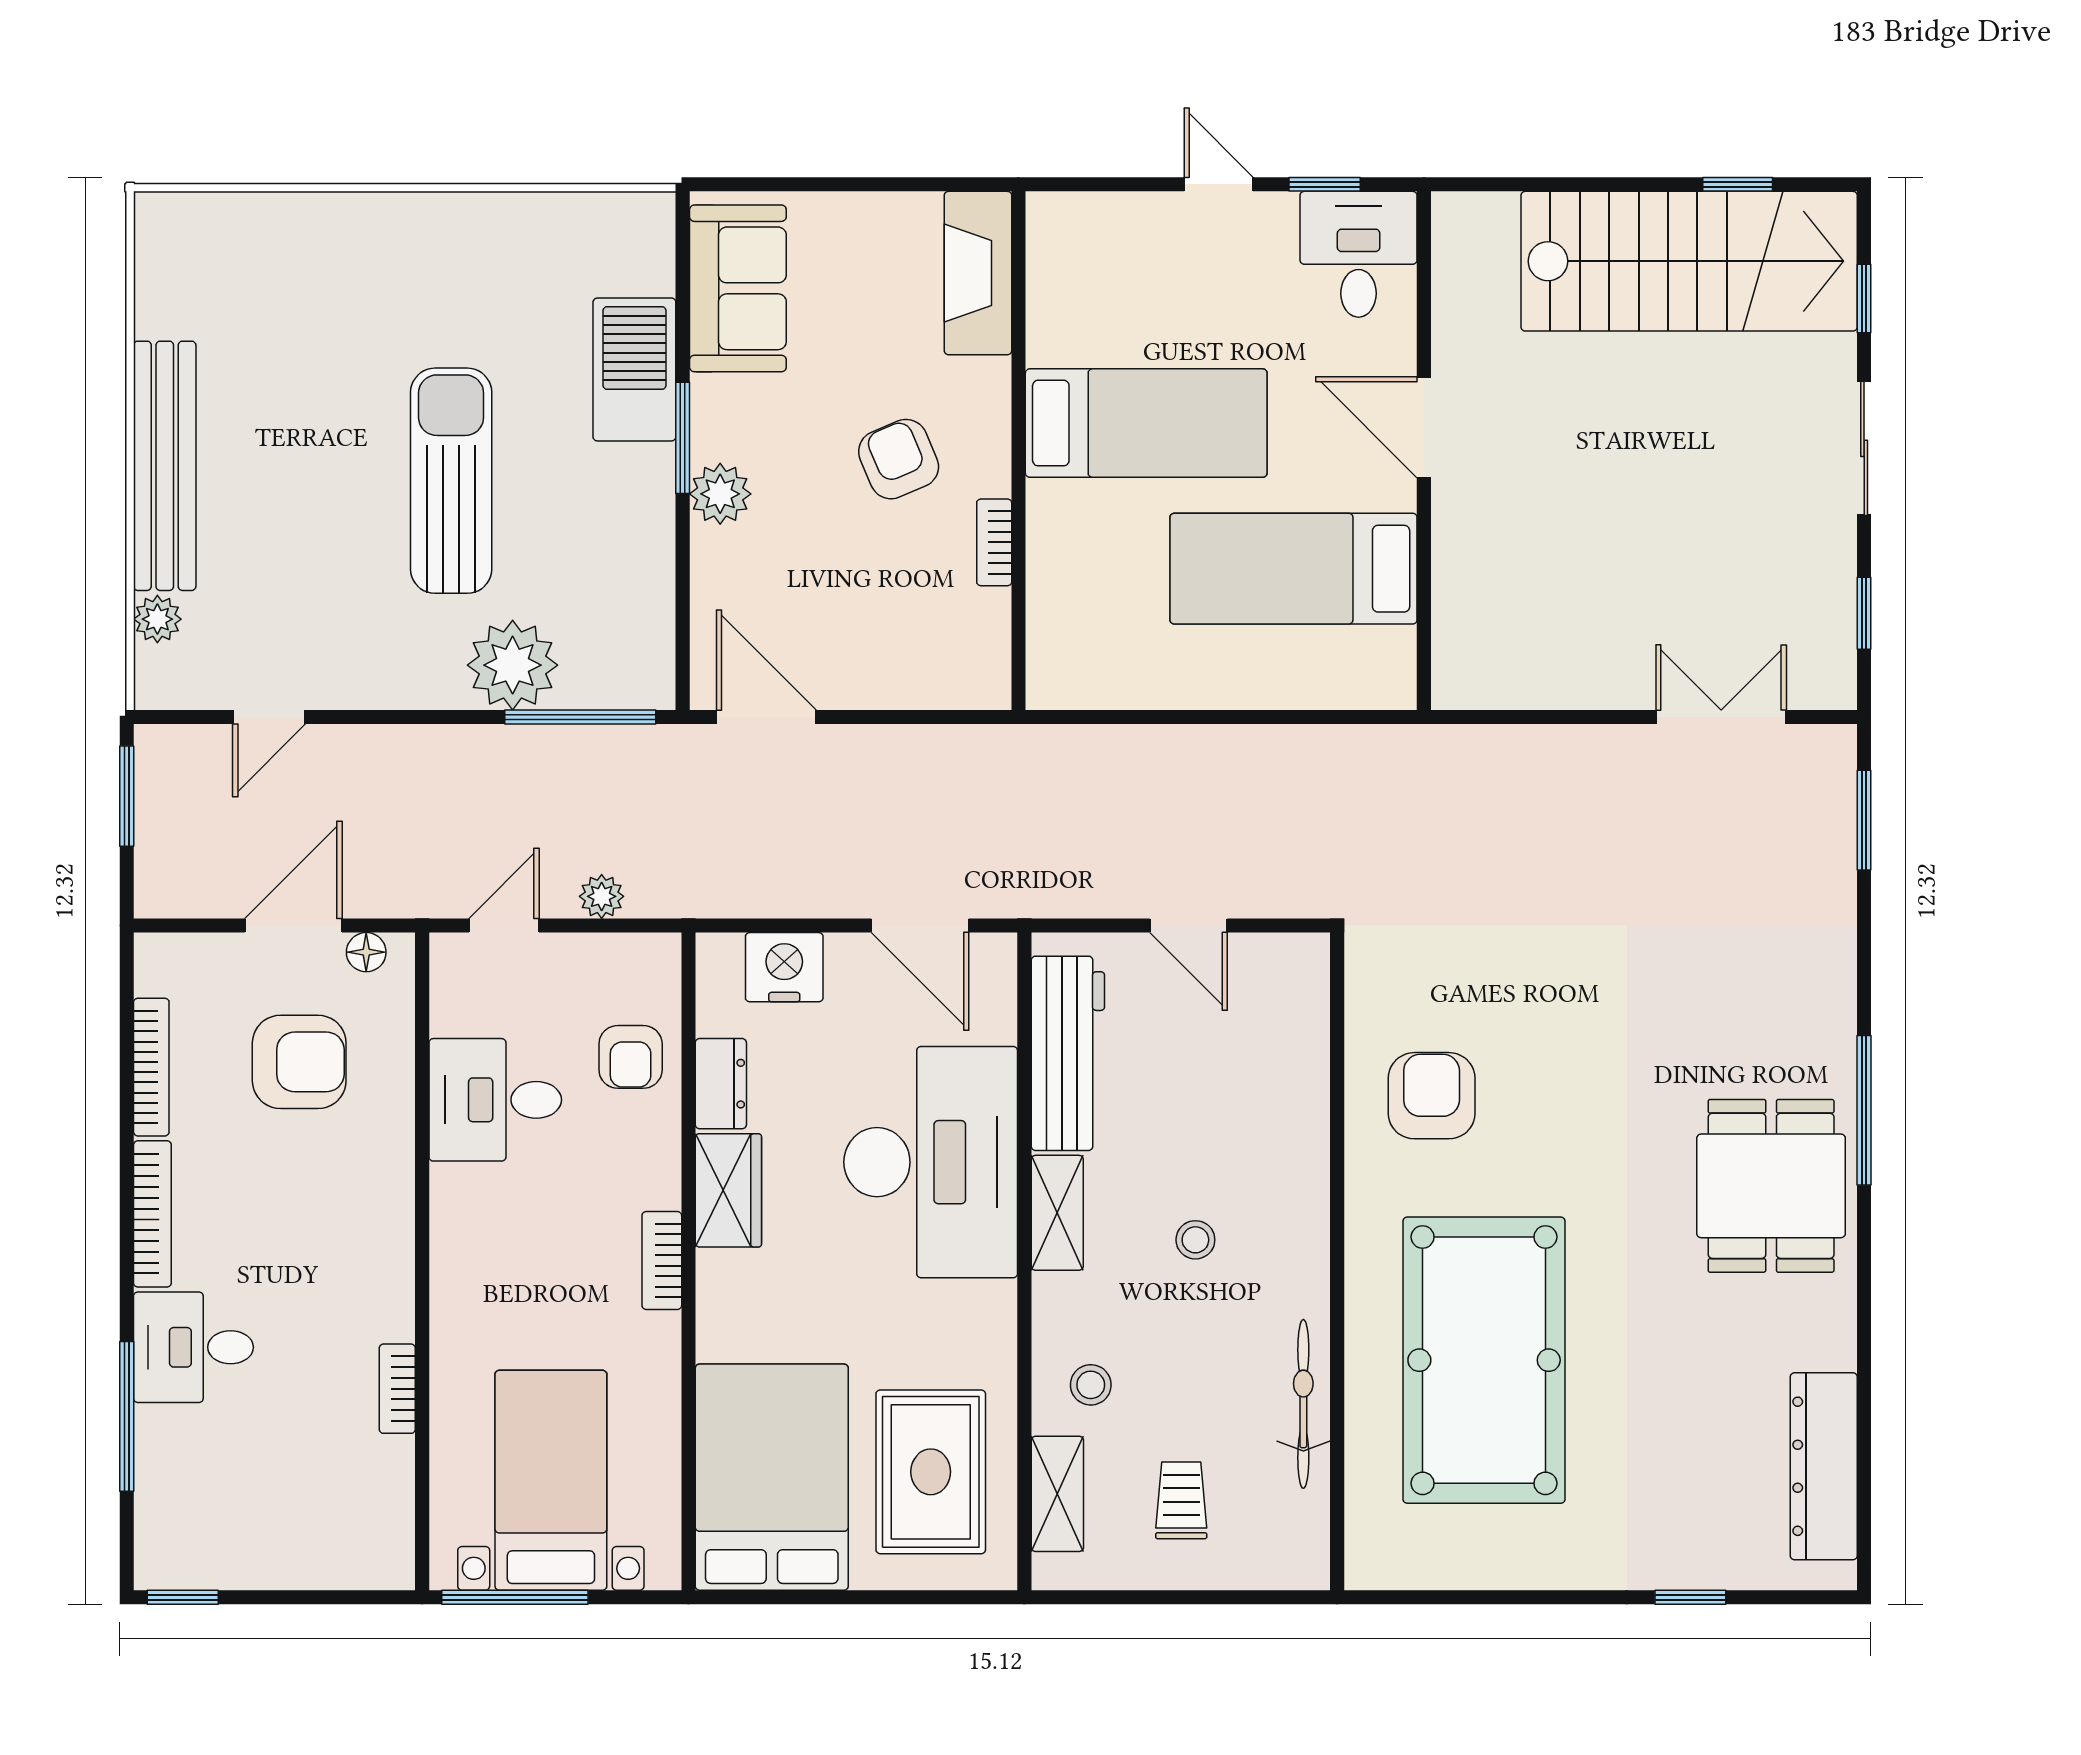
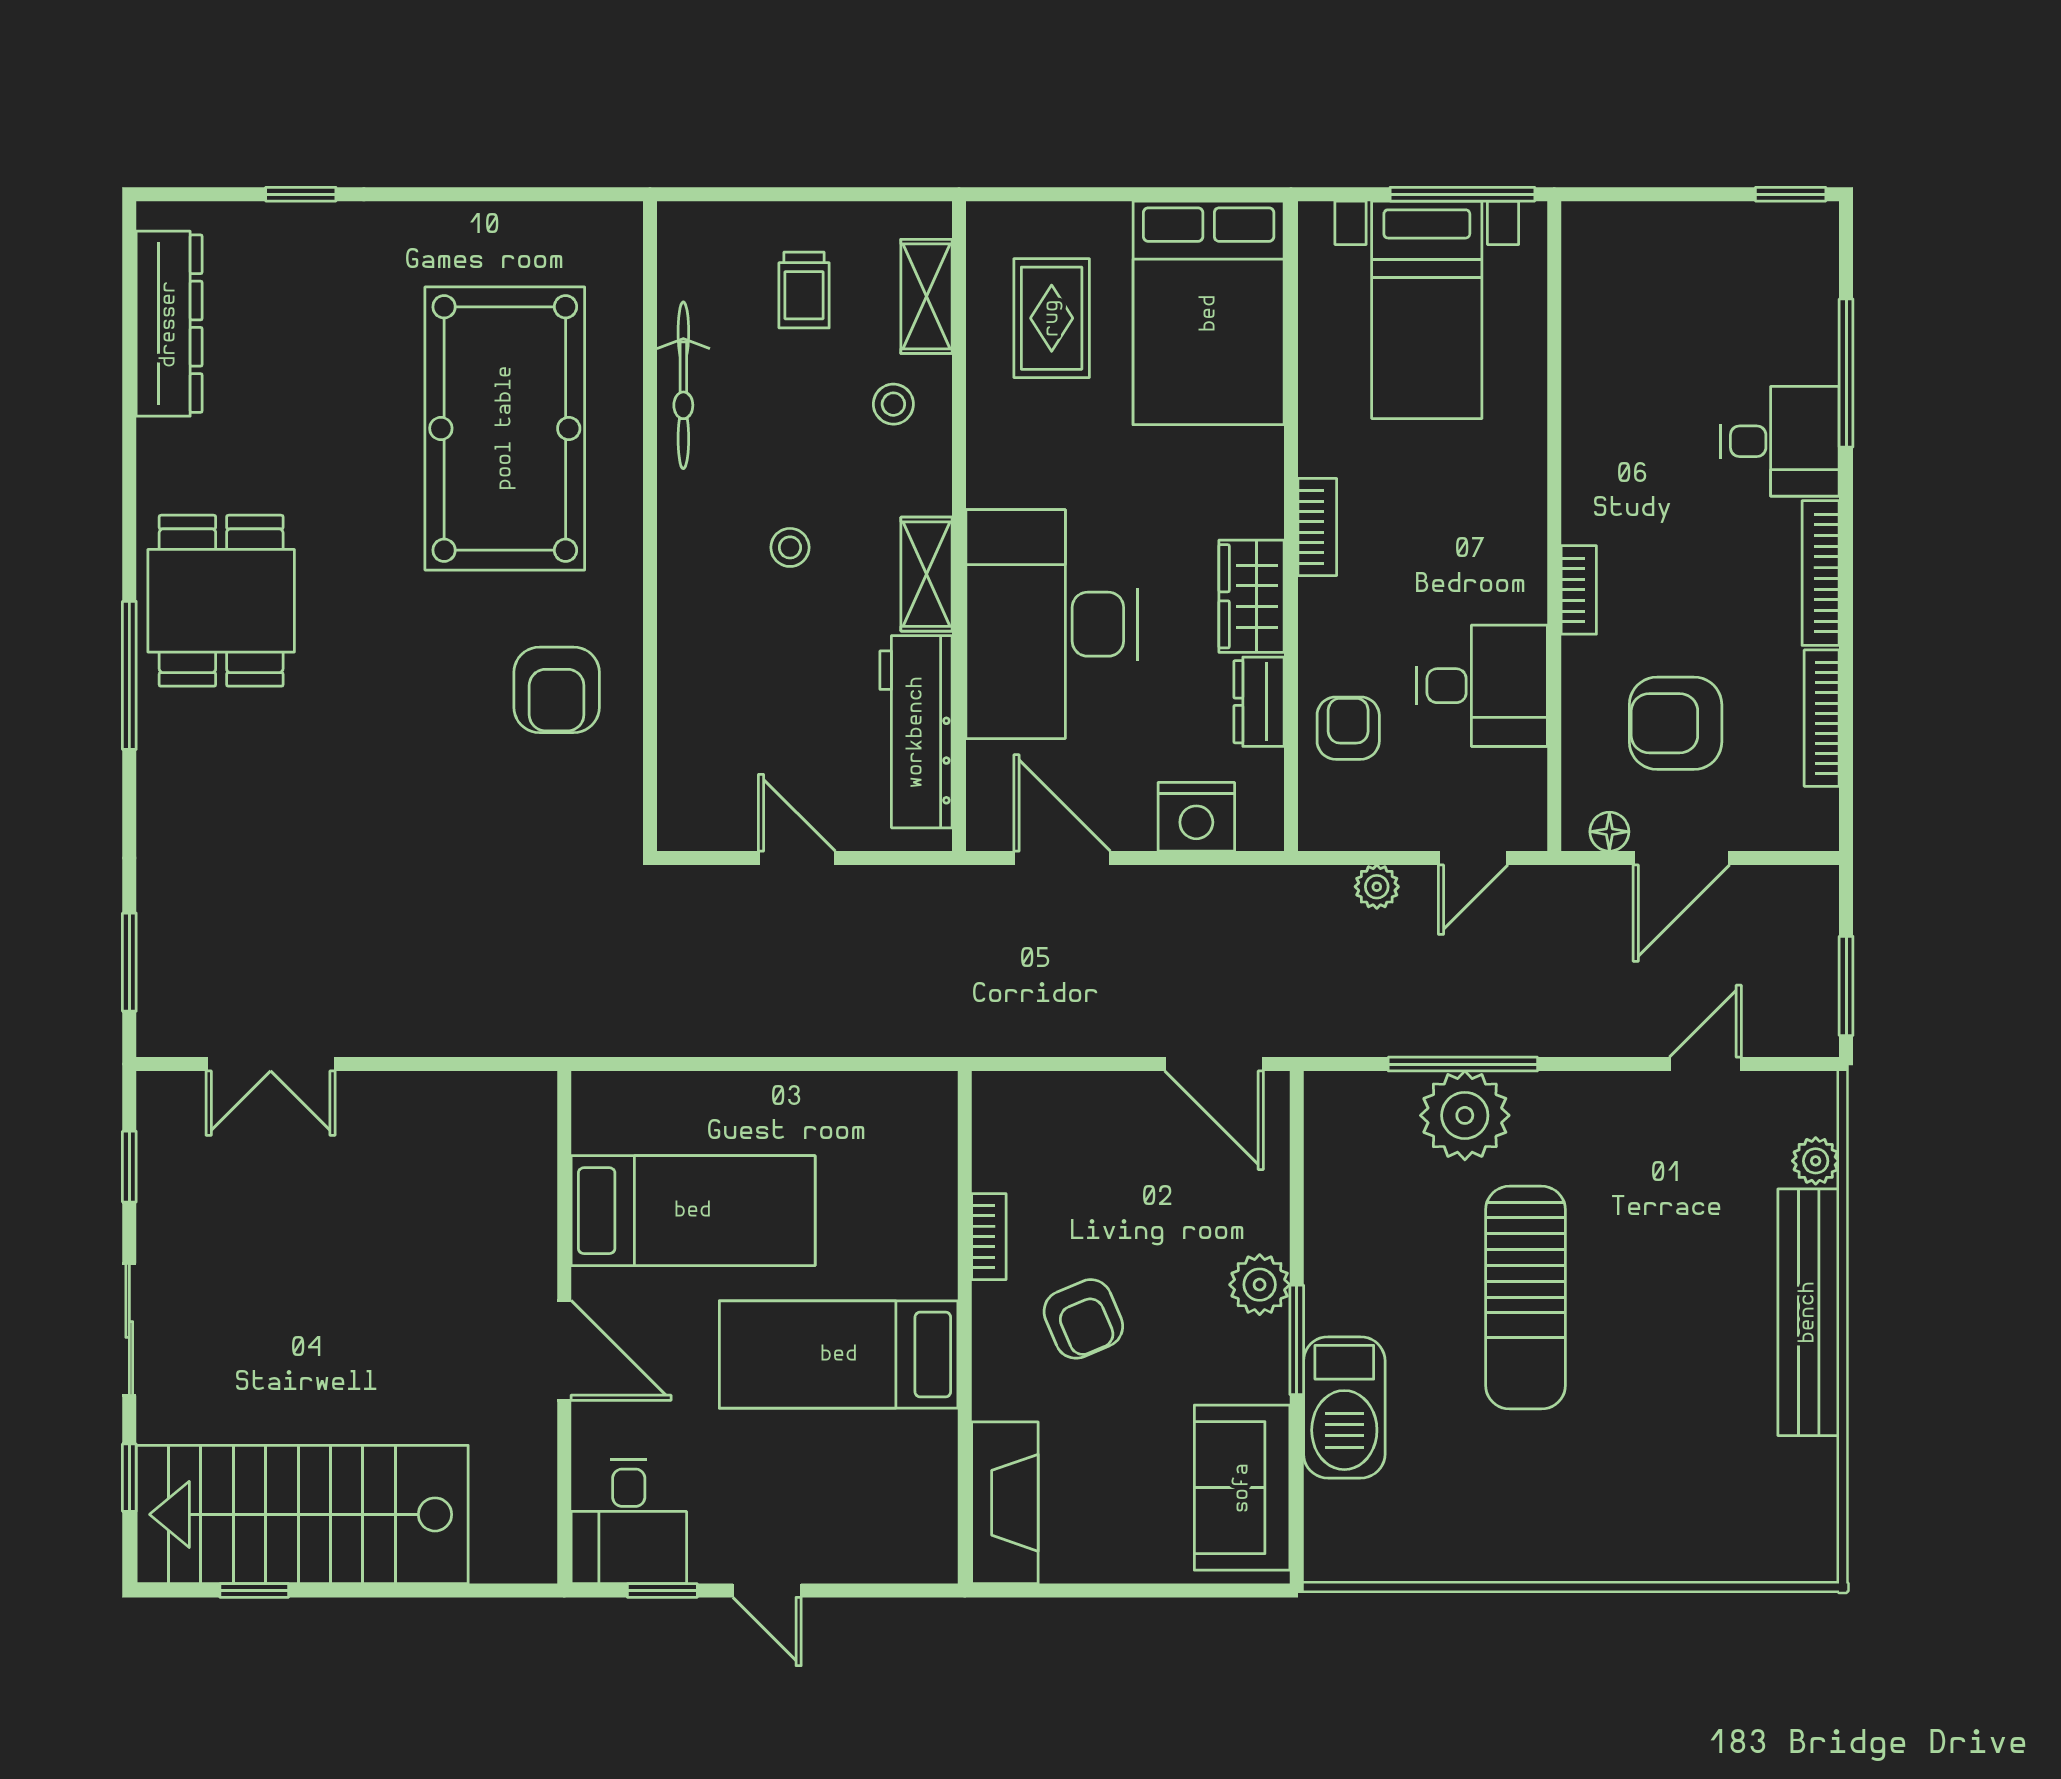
window: (580, 717) -> (1463, 1064), moved
bookcase: (397, 1389) -> (1579, 590), moved
rug: (931, 1472) -> (1052, 318), width x0.73, depth x0.70

